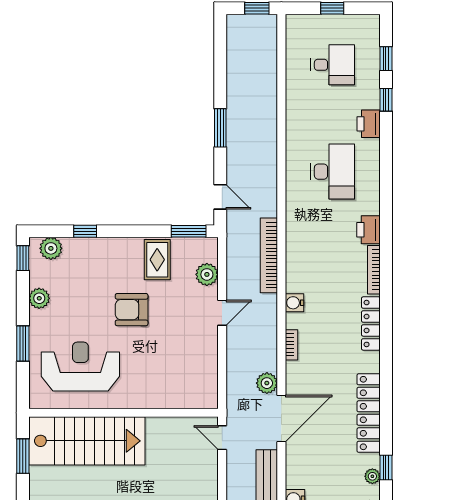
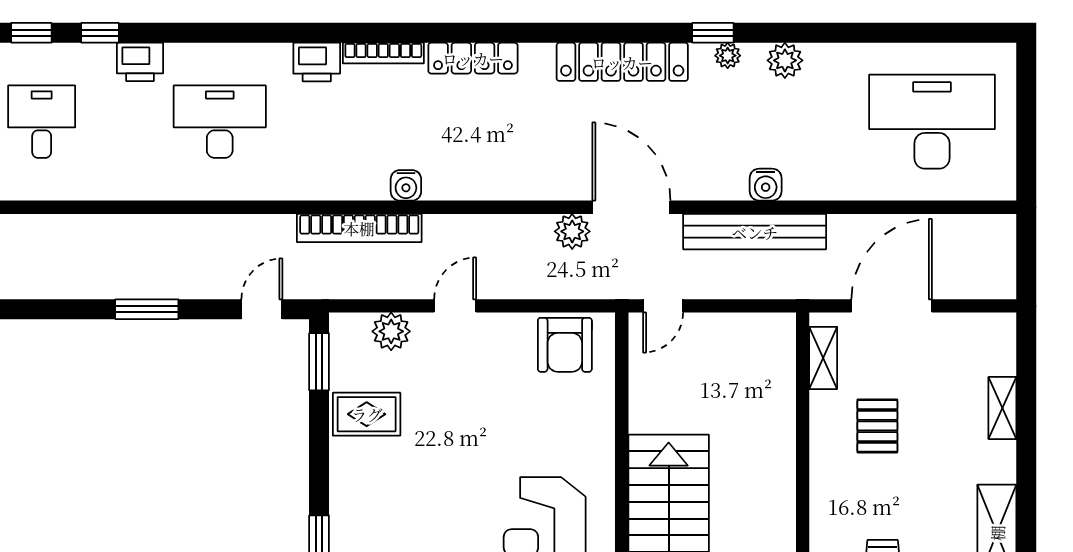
water cooler: (295, 303) -> (406, 185), moved
armchair: (132, 310) -> (565, 345), moved
door: (222, 313) -> (455, 306), hinge flipped
bookcase: (291, 345) -> (508, 190), removed

